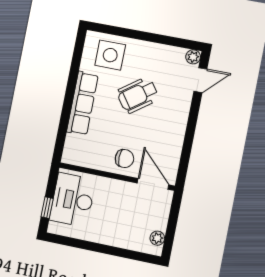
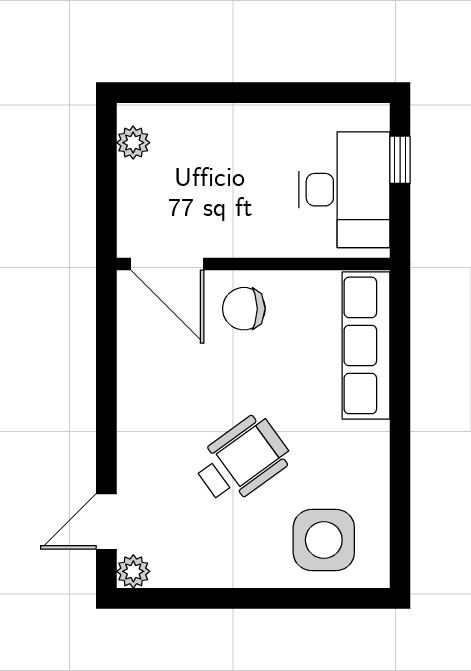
row of seats: (82, 103) -> (366, 345), moved

